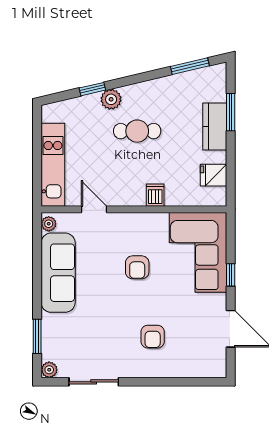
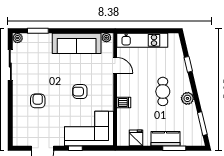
plant: (111, 99) -> (187, 98), moved
door: (94, 209) -> (115, 65), hinge flipped
armchair: (153, 337) -> (38, 101), turned 90

